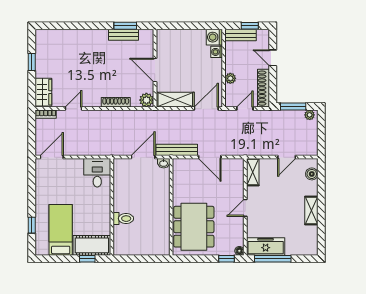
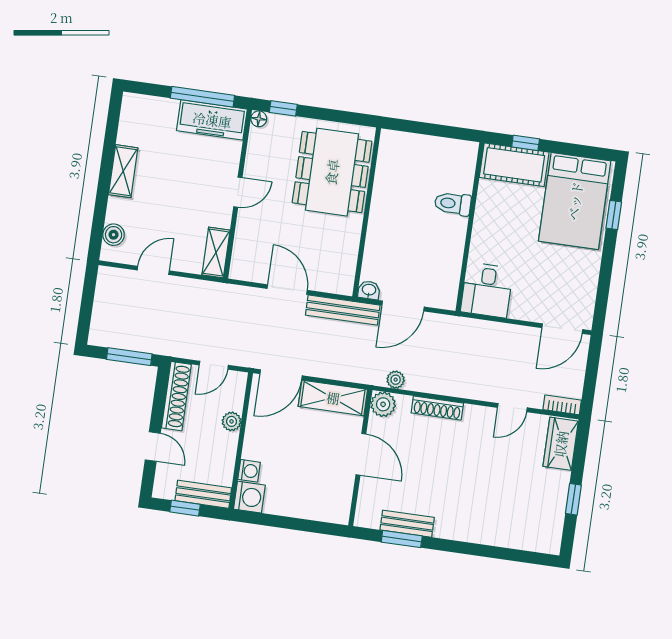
plant: (310, 115) -> (396, 380), moved
bed: (61, 230) -> (575, 201), width x1.50

